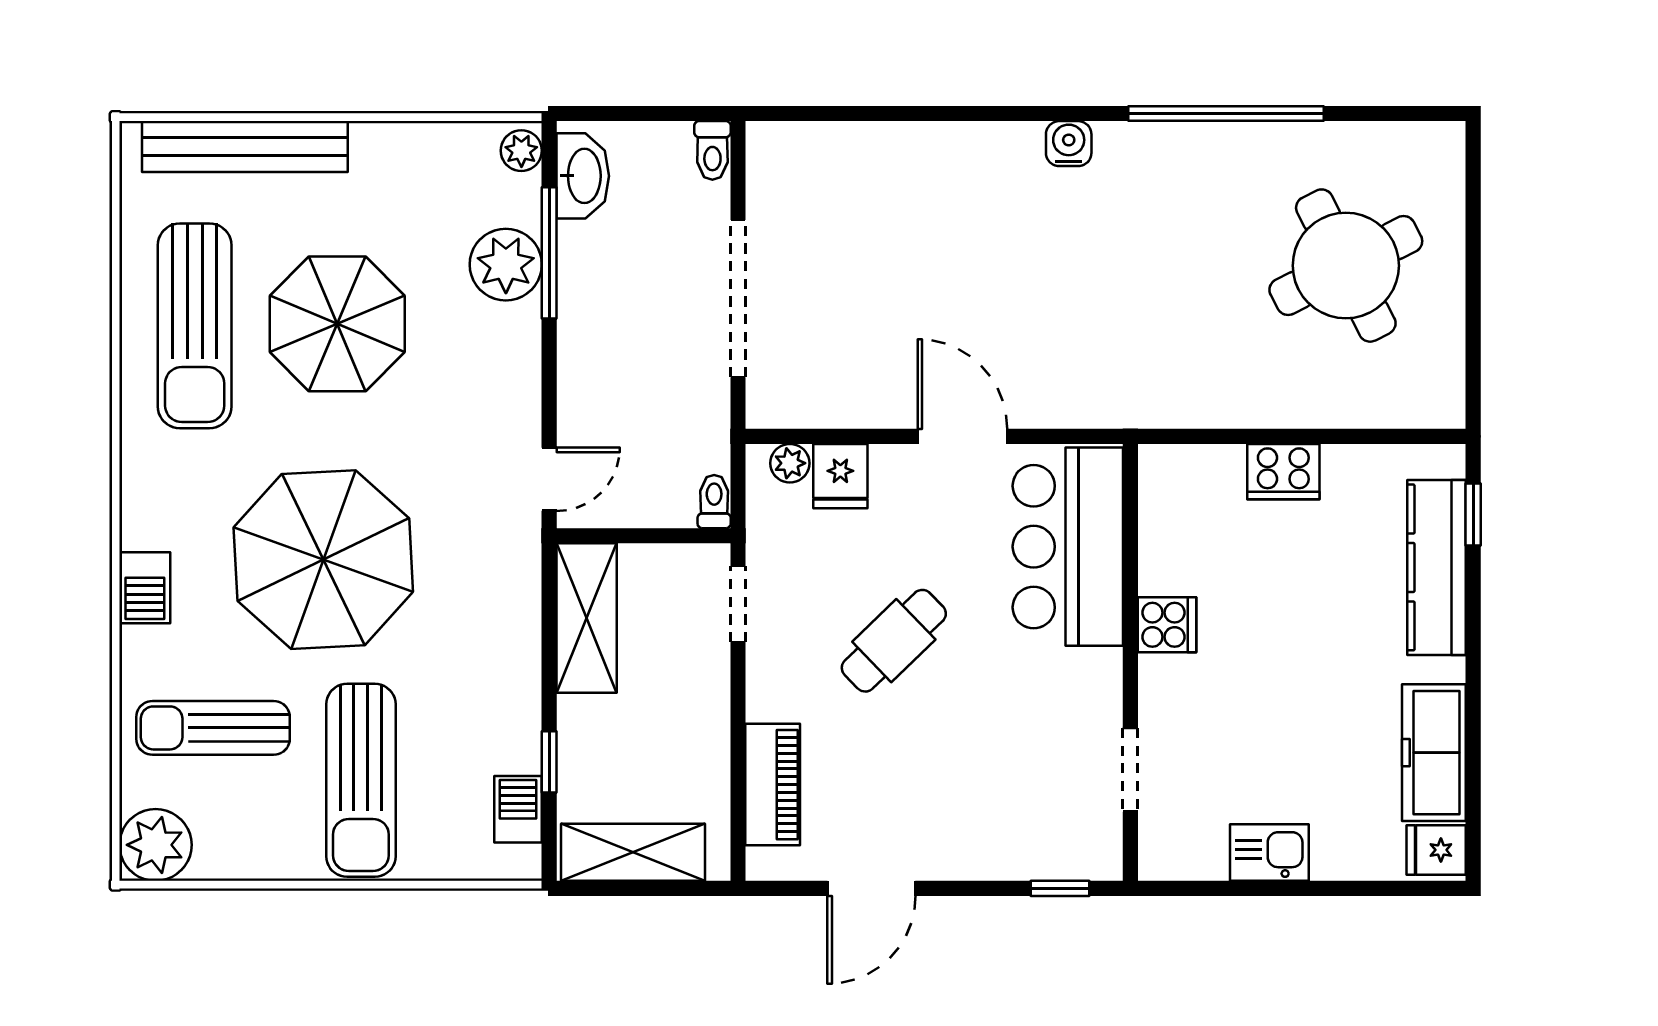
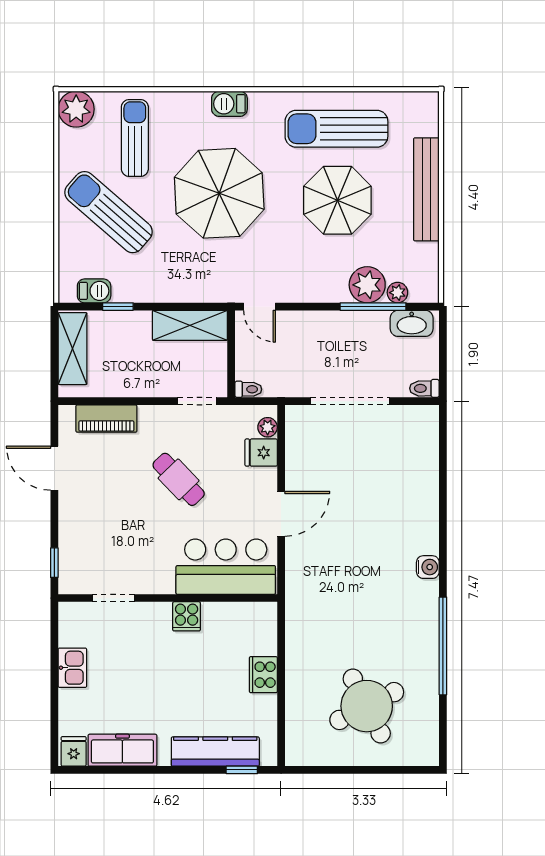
bench: (245, 146) -> (426, 189), moved
plant: (521, 151) -> (397, 293), moved
barbecue: (145, 588) -> (229, 104), moved
sun lounger: (361, 780) -> (109, 212), turned 41

